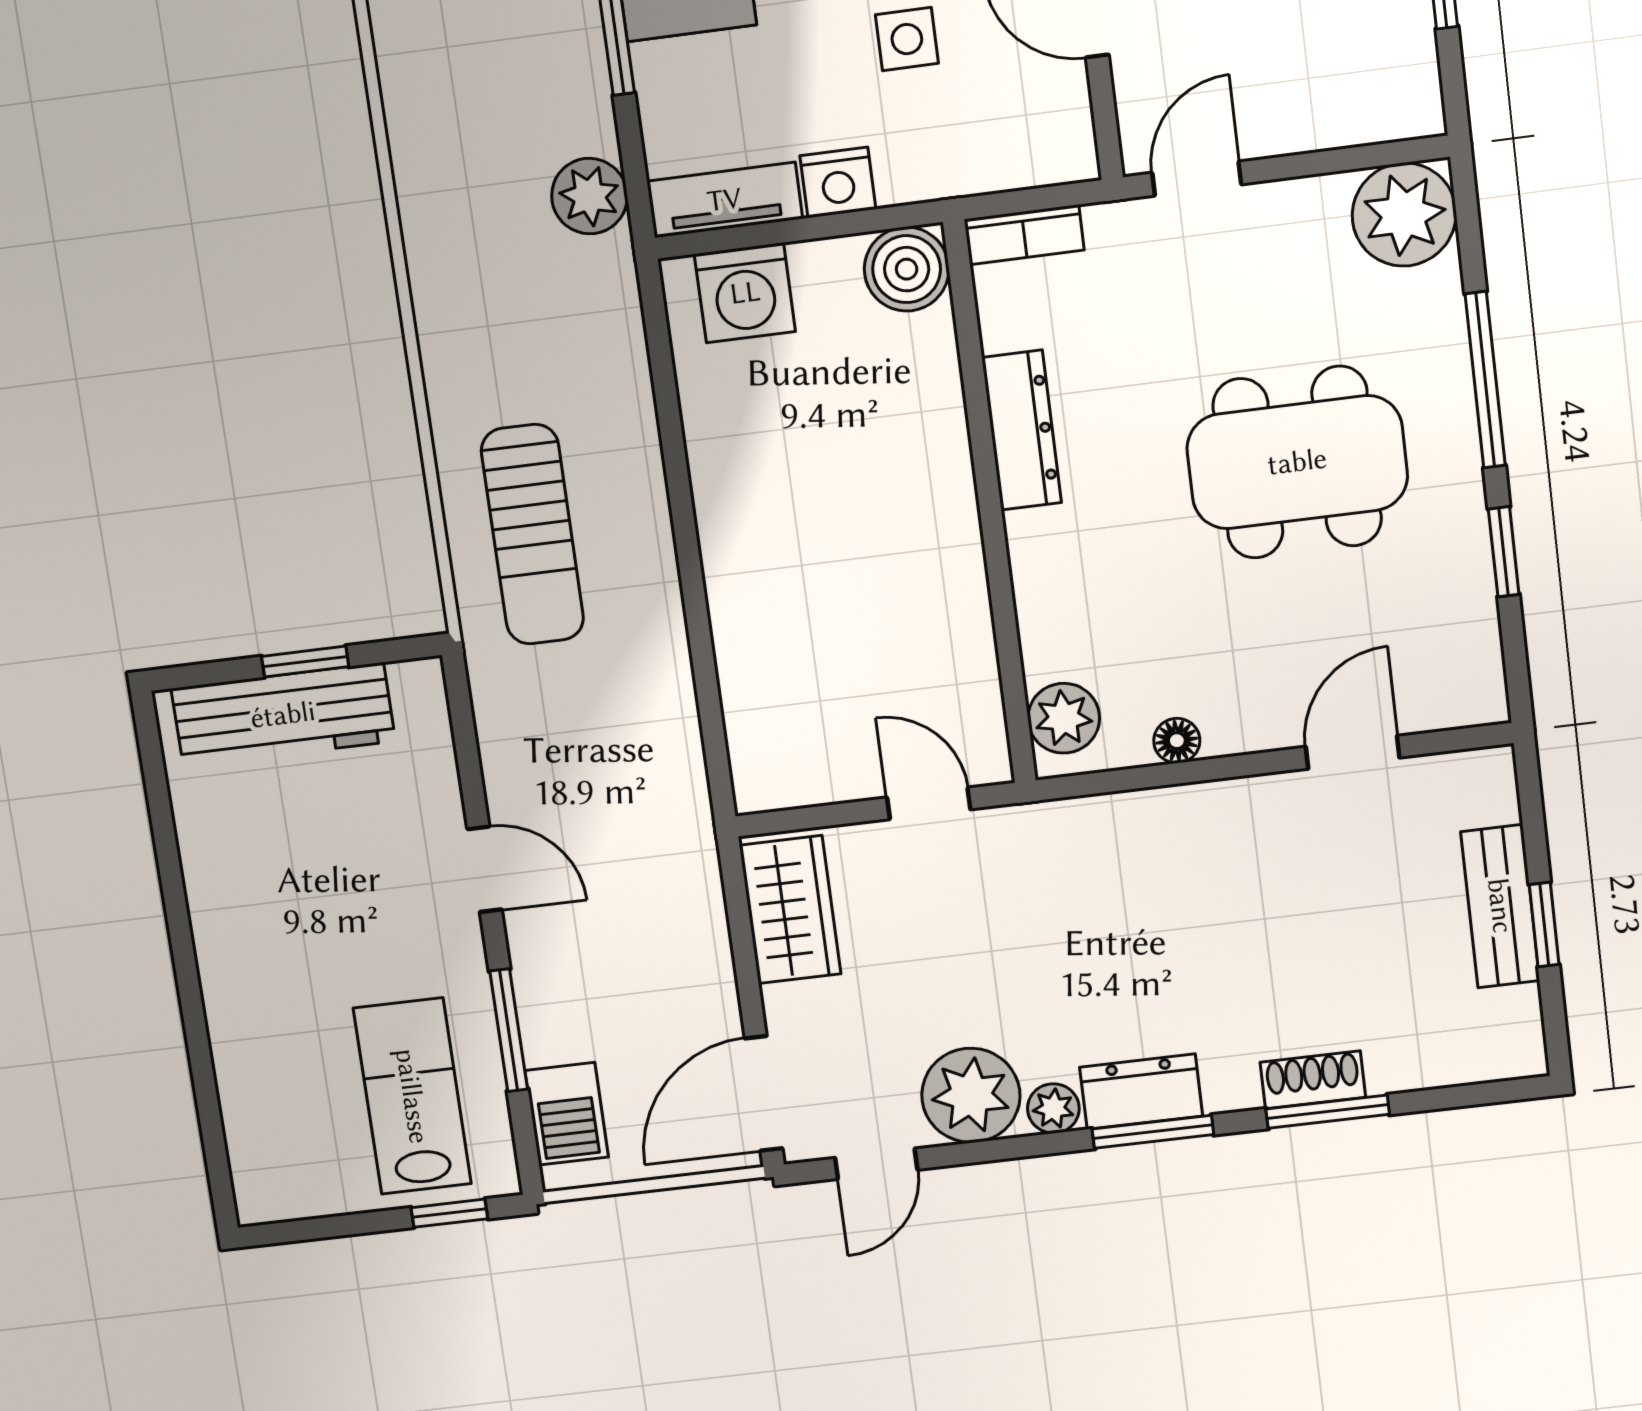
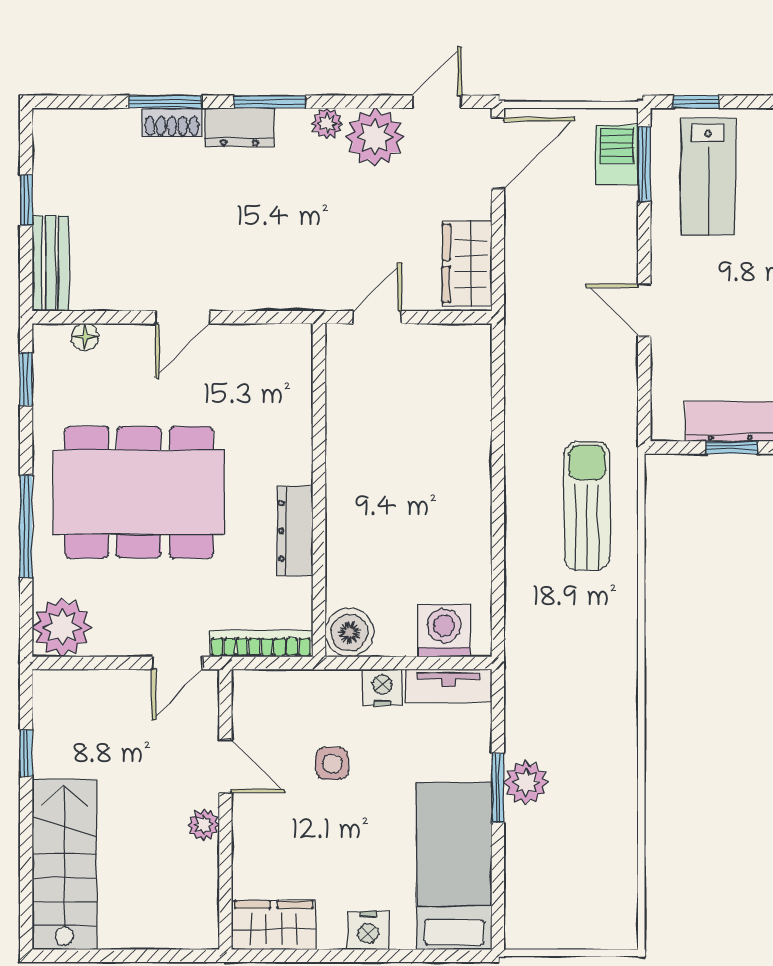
plant: (589, 196) -> (526, 783), moved
bookcase: (1024, 235) -> (261, 644), width x1.56
dining table: (1297, 462) -> (139, 492), width x1.36, depth x1.24
window: (1504, 552) -> (26, 379), moved
plant: (1064, 718) -> (292, 358), removed
floor lamp: (1177, 741) -> (85, 337), moved
door: (1353, 752) -> (182, 317), moved
door: (929, 803) -> (377, 317), swing flipped
bench: (1500, 906) -> (50, 263), moved
window: (509, 1030) -> (644, 164), moved
dresser: (1141, 1092) -> (239, 127), moved

